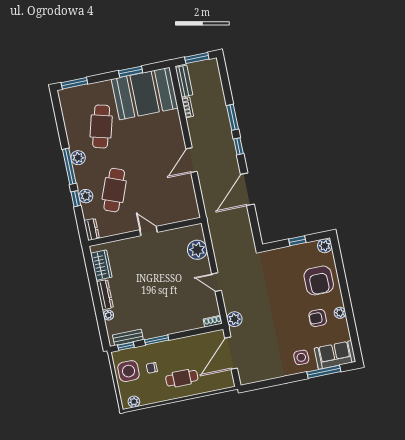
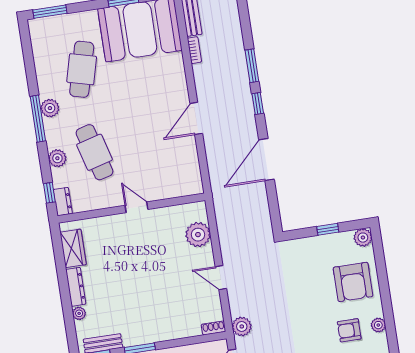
cafe table: (114, 190) -> (95, 152), turned -36
window: (76, 199) -> (49, 193), moved

